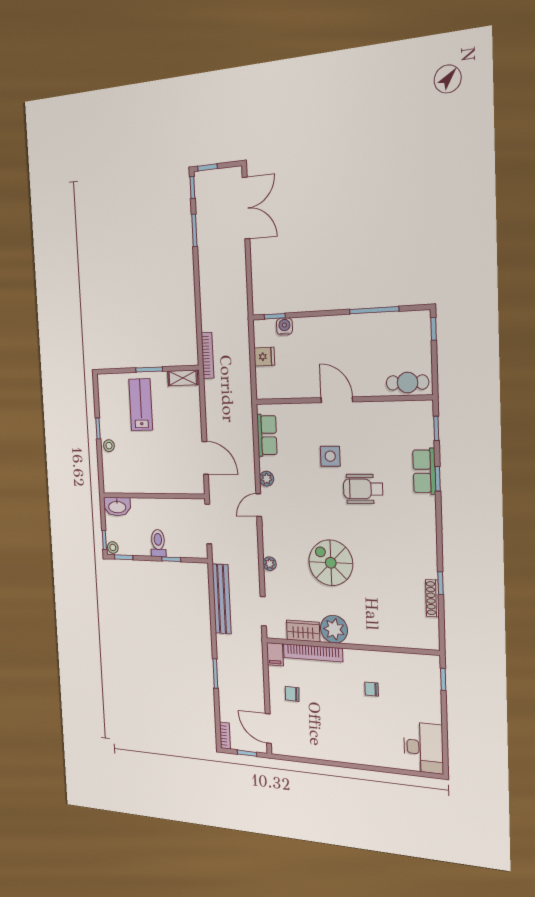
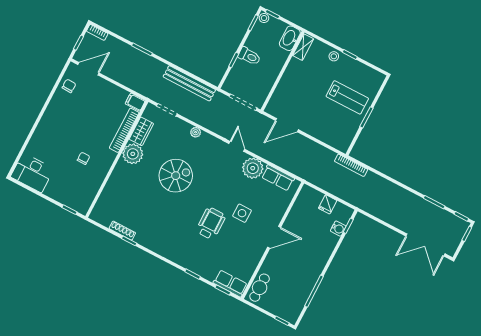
shelving: (183, 378) -> (303, 47), moved
row of seats: (424, 471) -> (230, 283), moved
plant: (267, 479) -> (253, 168), width x1.87, depth x1.87
chair: (292, 694) -> (69, 86), moved

